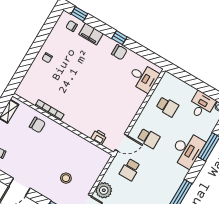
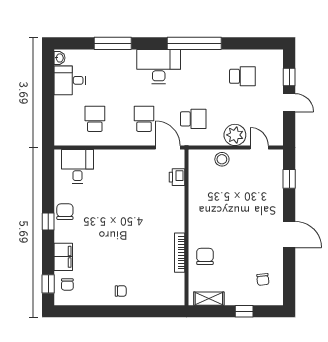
desk: (187, 150) -> (159, 67), moved
stool: (66, 178) -> (222, 159), moved

